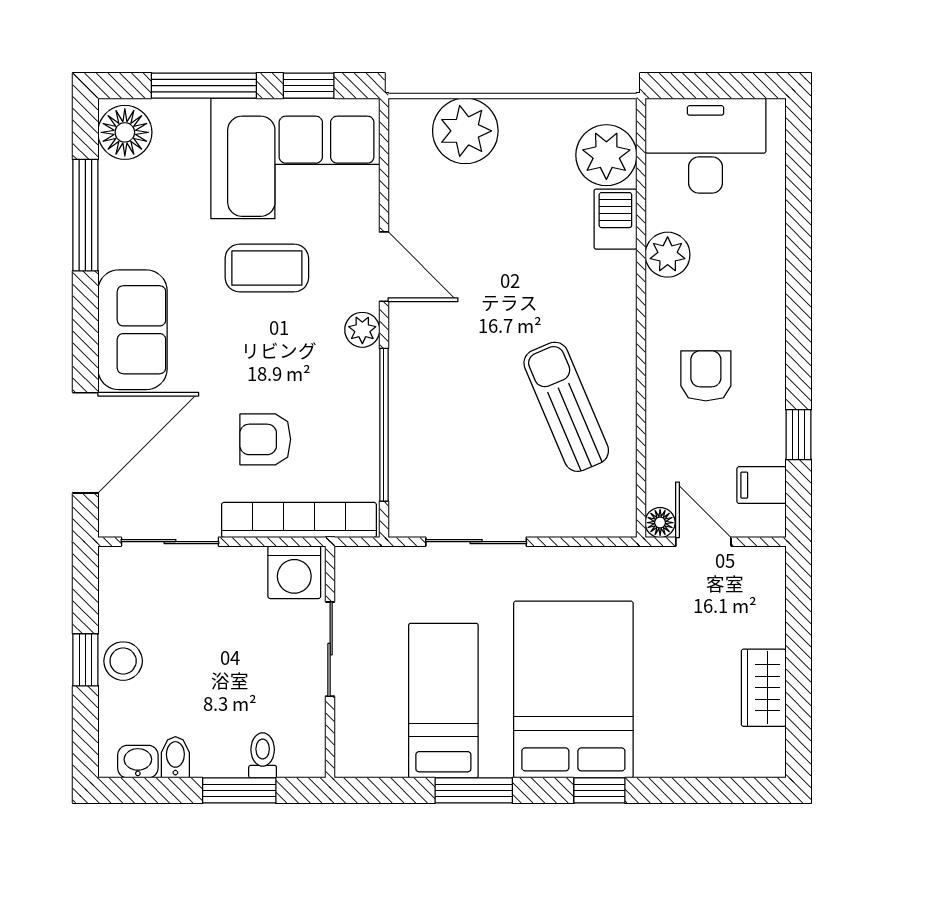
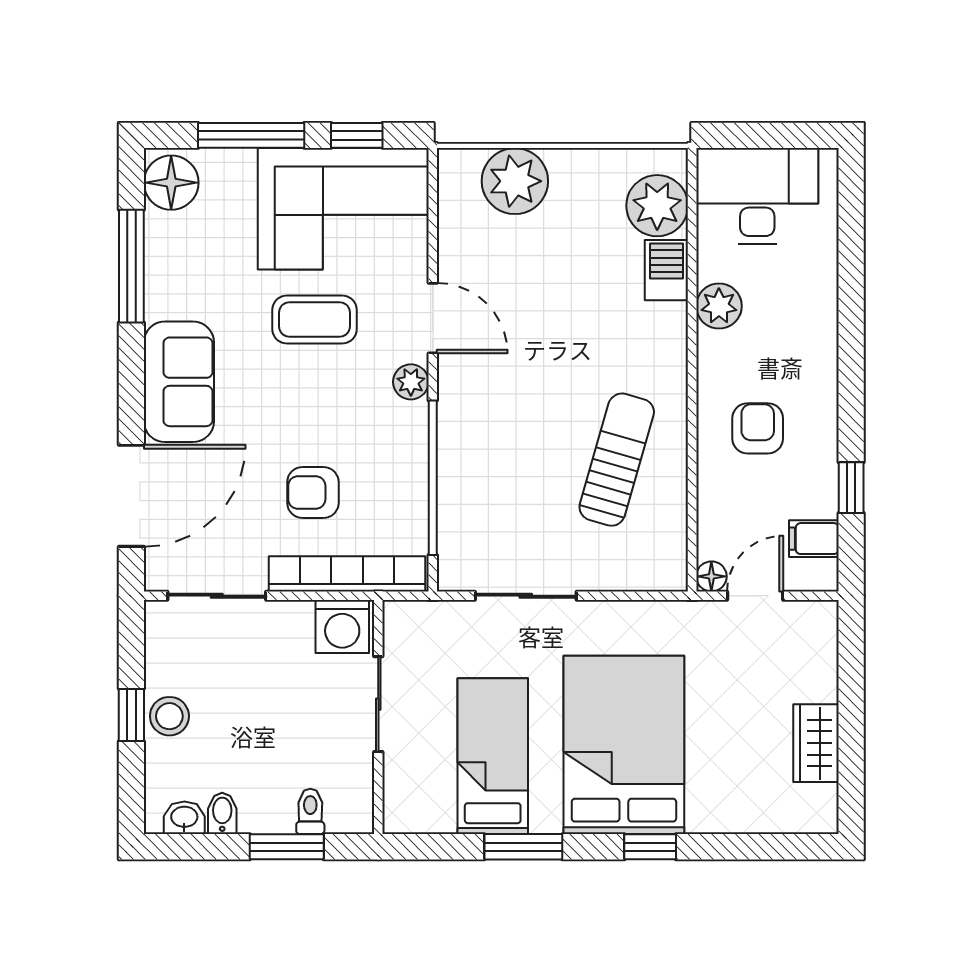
sun lounger: (566, 407) -> (617, 460), turned 39
door: (703, 542) -> (755, 596), hinge flipped

